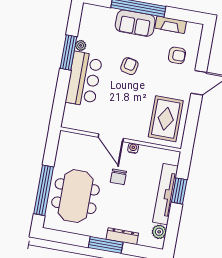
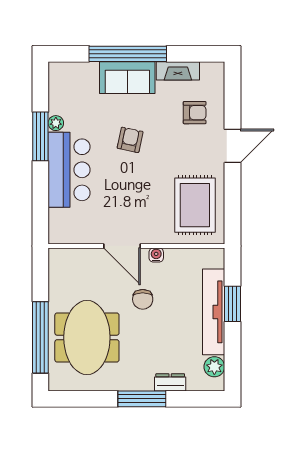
dresser: (122, 236) -> (170, 382), width x0.70

